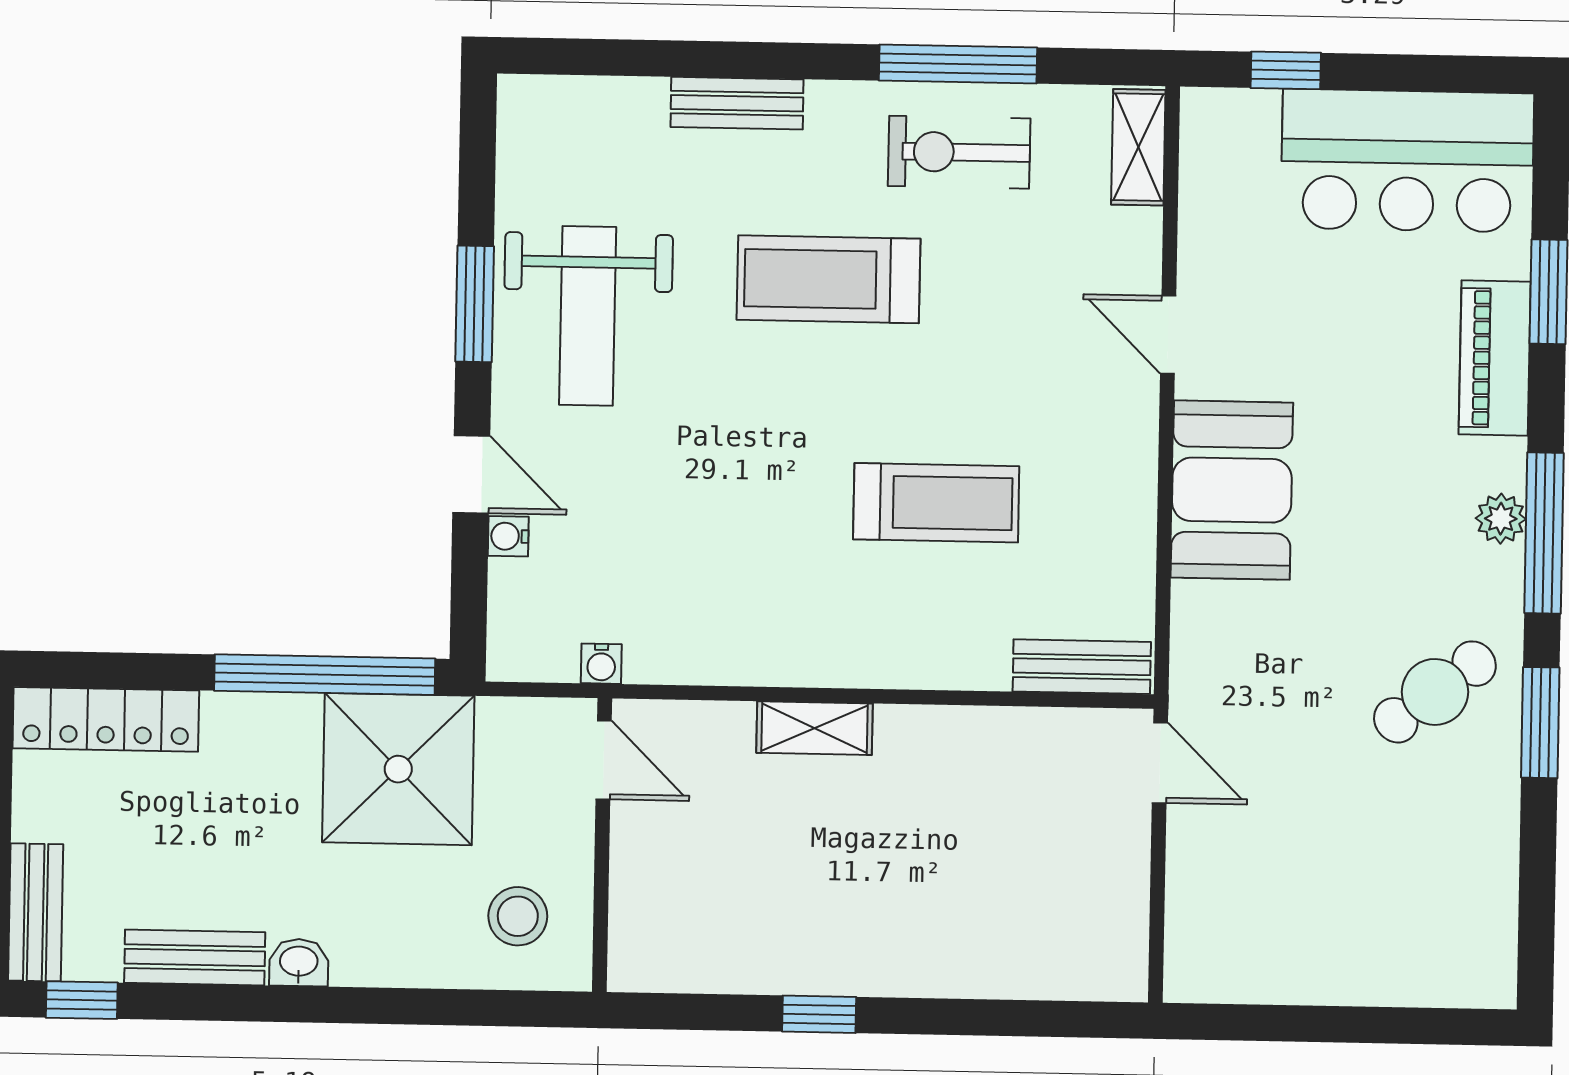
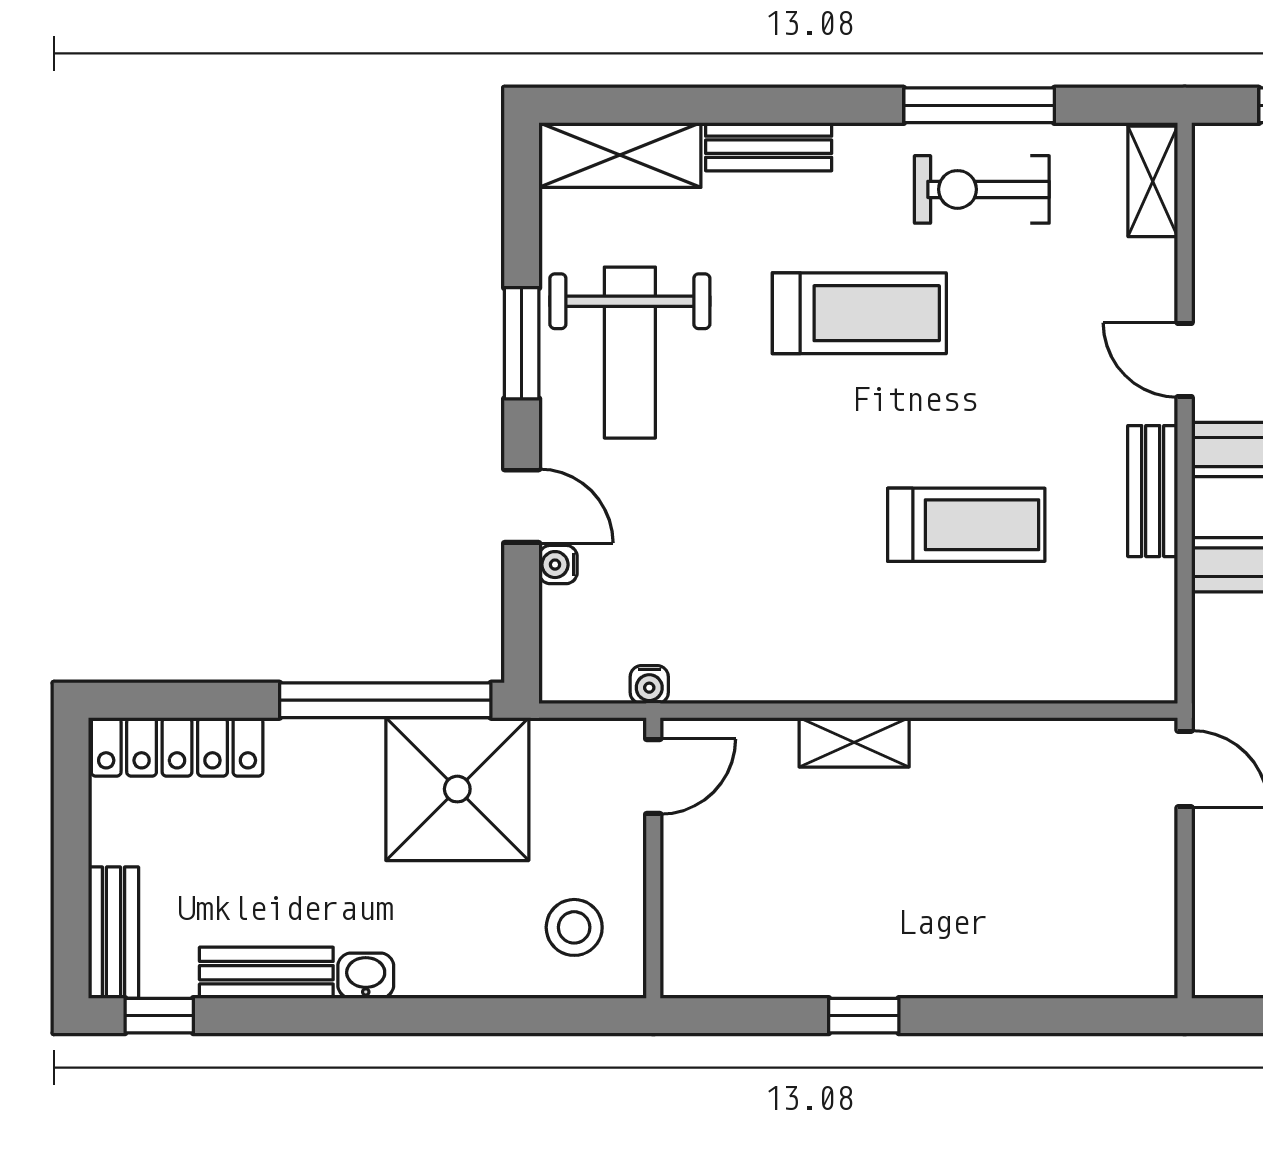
shelving: (581, 109) -> (620, 155), added
treadmill: (829, 279) -> (859, 313), turned 180
bench: (1082, 667) -> (1153, 491), moved, turned 90
door: (604, 760) -> (653, 777), hinge flipped

